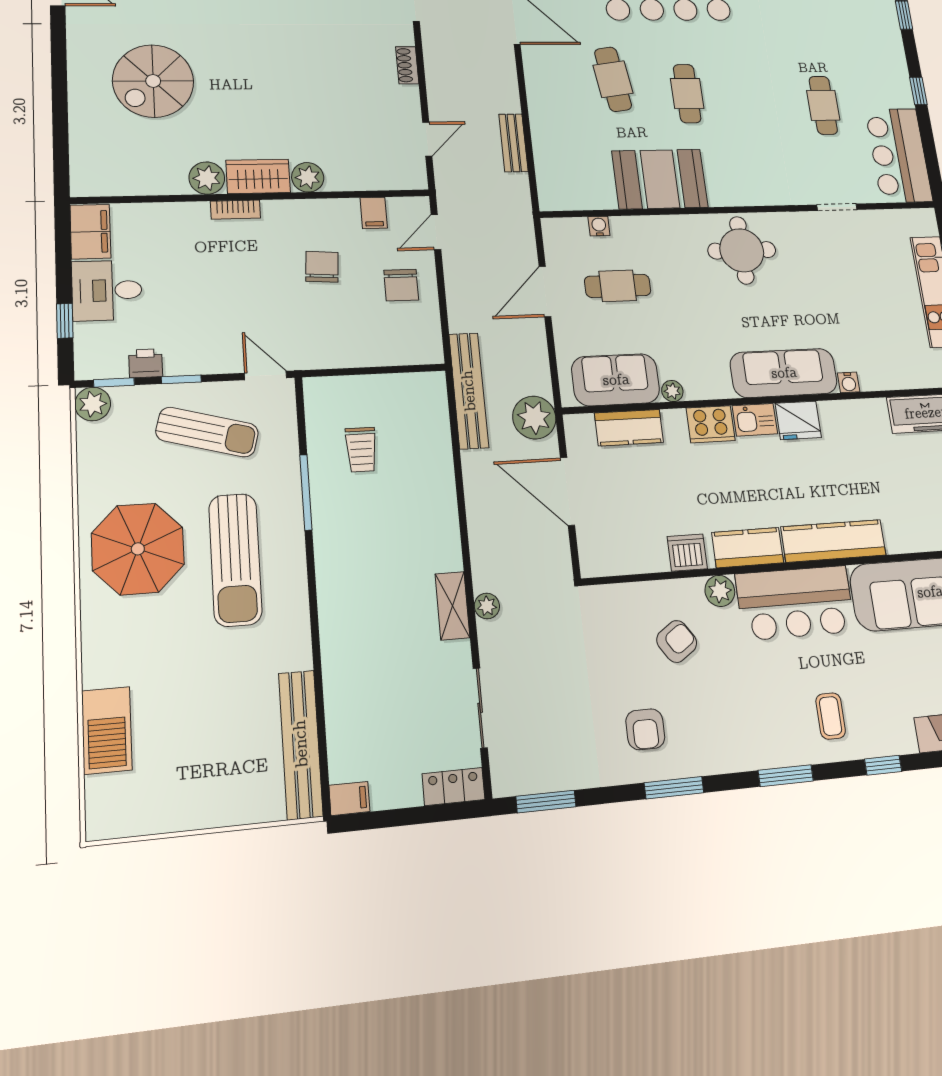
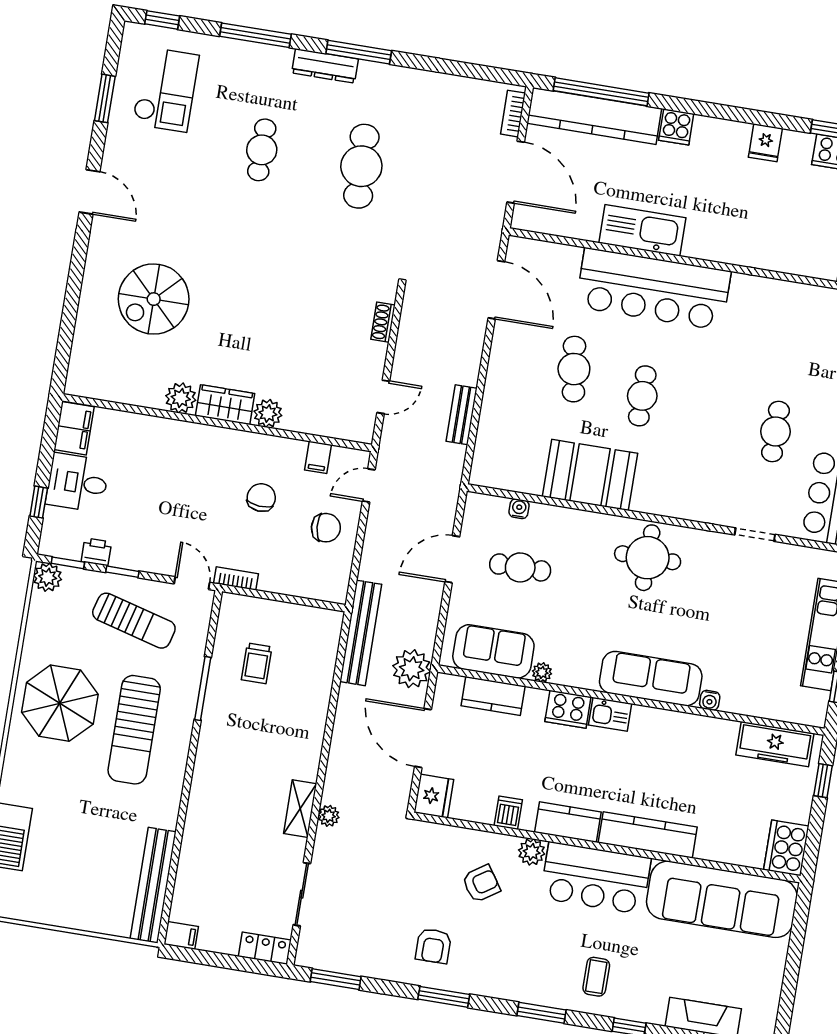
bookcase: (235, 210) -> (236, 579), moved, turned 180
chair: (401, 285) -> (326, 528), turned -95
fridge: (798, 420) -> (434, 796), moved, turned -90
dishwasher: (687, 553) -> (508, 813), width x0.73

